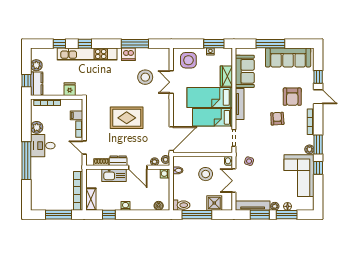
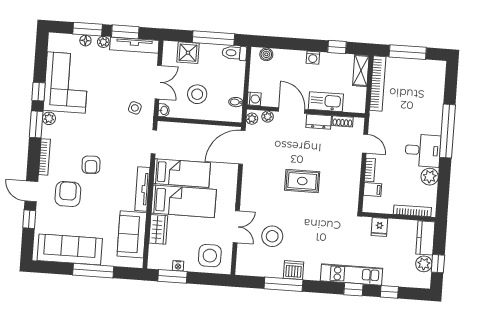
kitchen unit: (87, 54) -> (351, 275), width x0.73
window: (26, 81) -> (438, 264), moved
rug: (127, 118) -> (302, 181), width x0.73, depth x0.70

